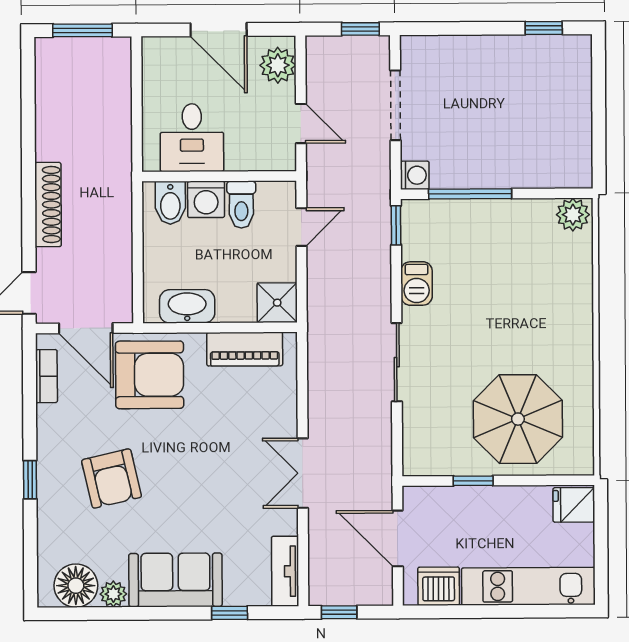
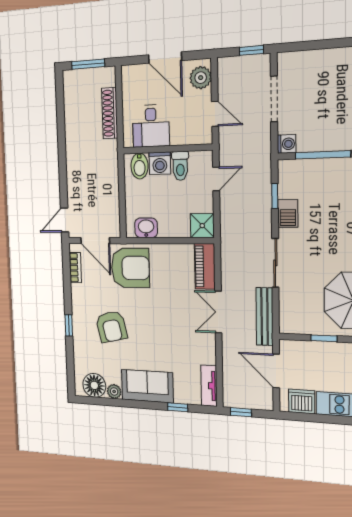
shoe rack: (48, 205) -> (110, 113), moved, turned 180
window: (396, 225) -> (275, 196), moved
washbasin: (187, 306) -> (146, 228), width x0.72
piano: (245, 349) -> (205, 266), moved, turned 90
bench: (379, 450) -> (265, 317), added
double door: (303, 473) -> (218, 312), moved

